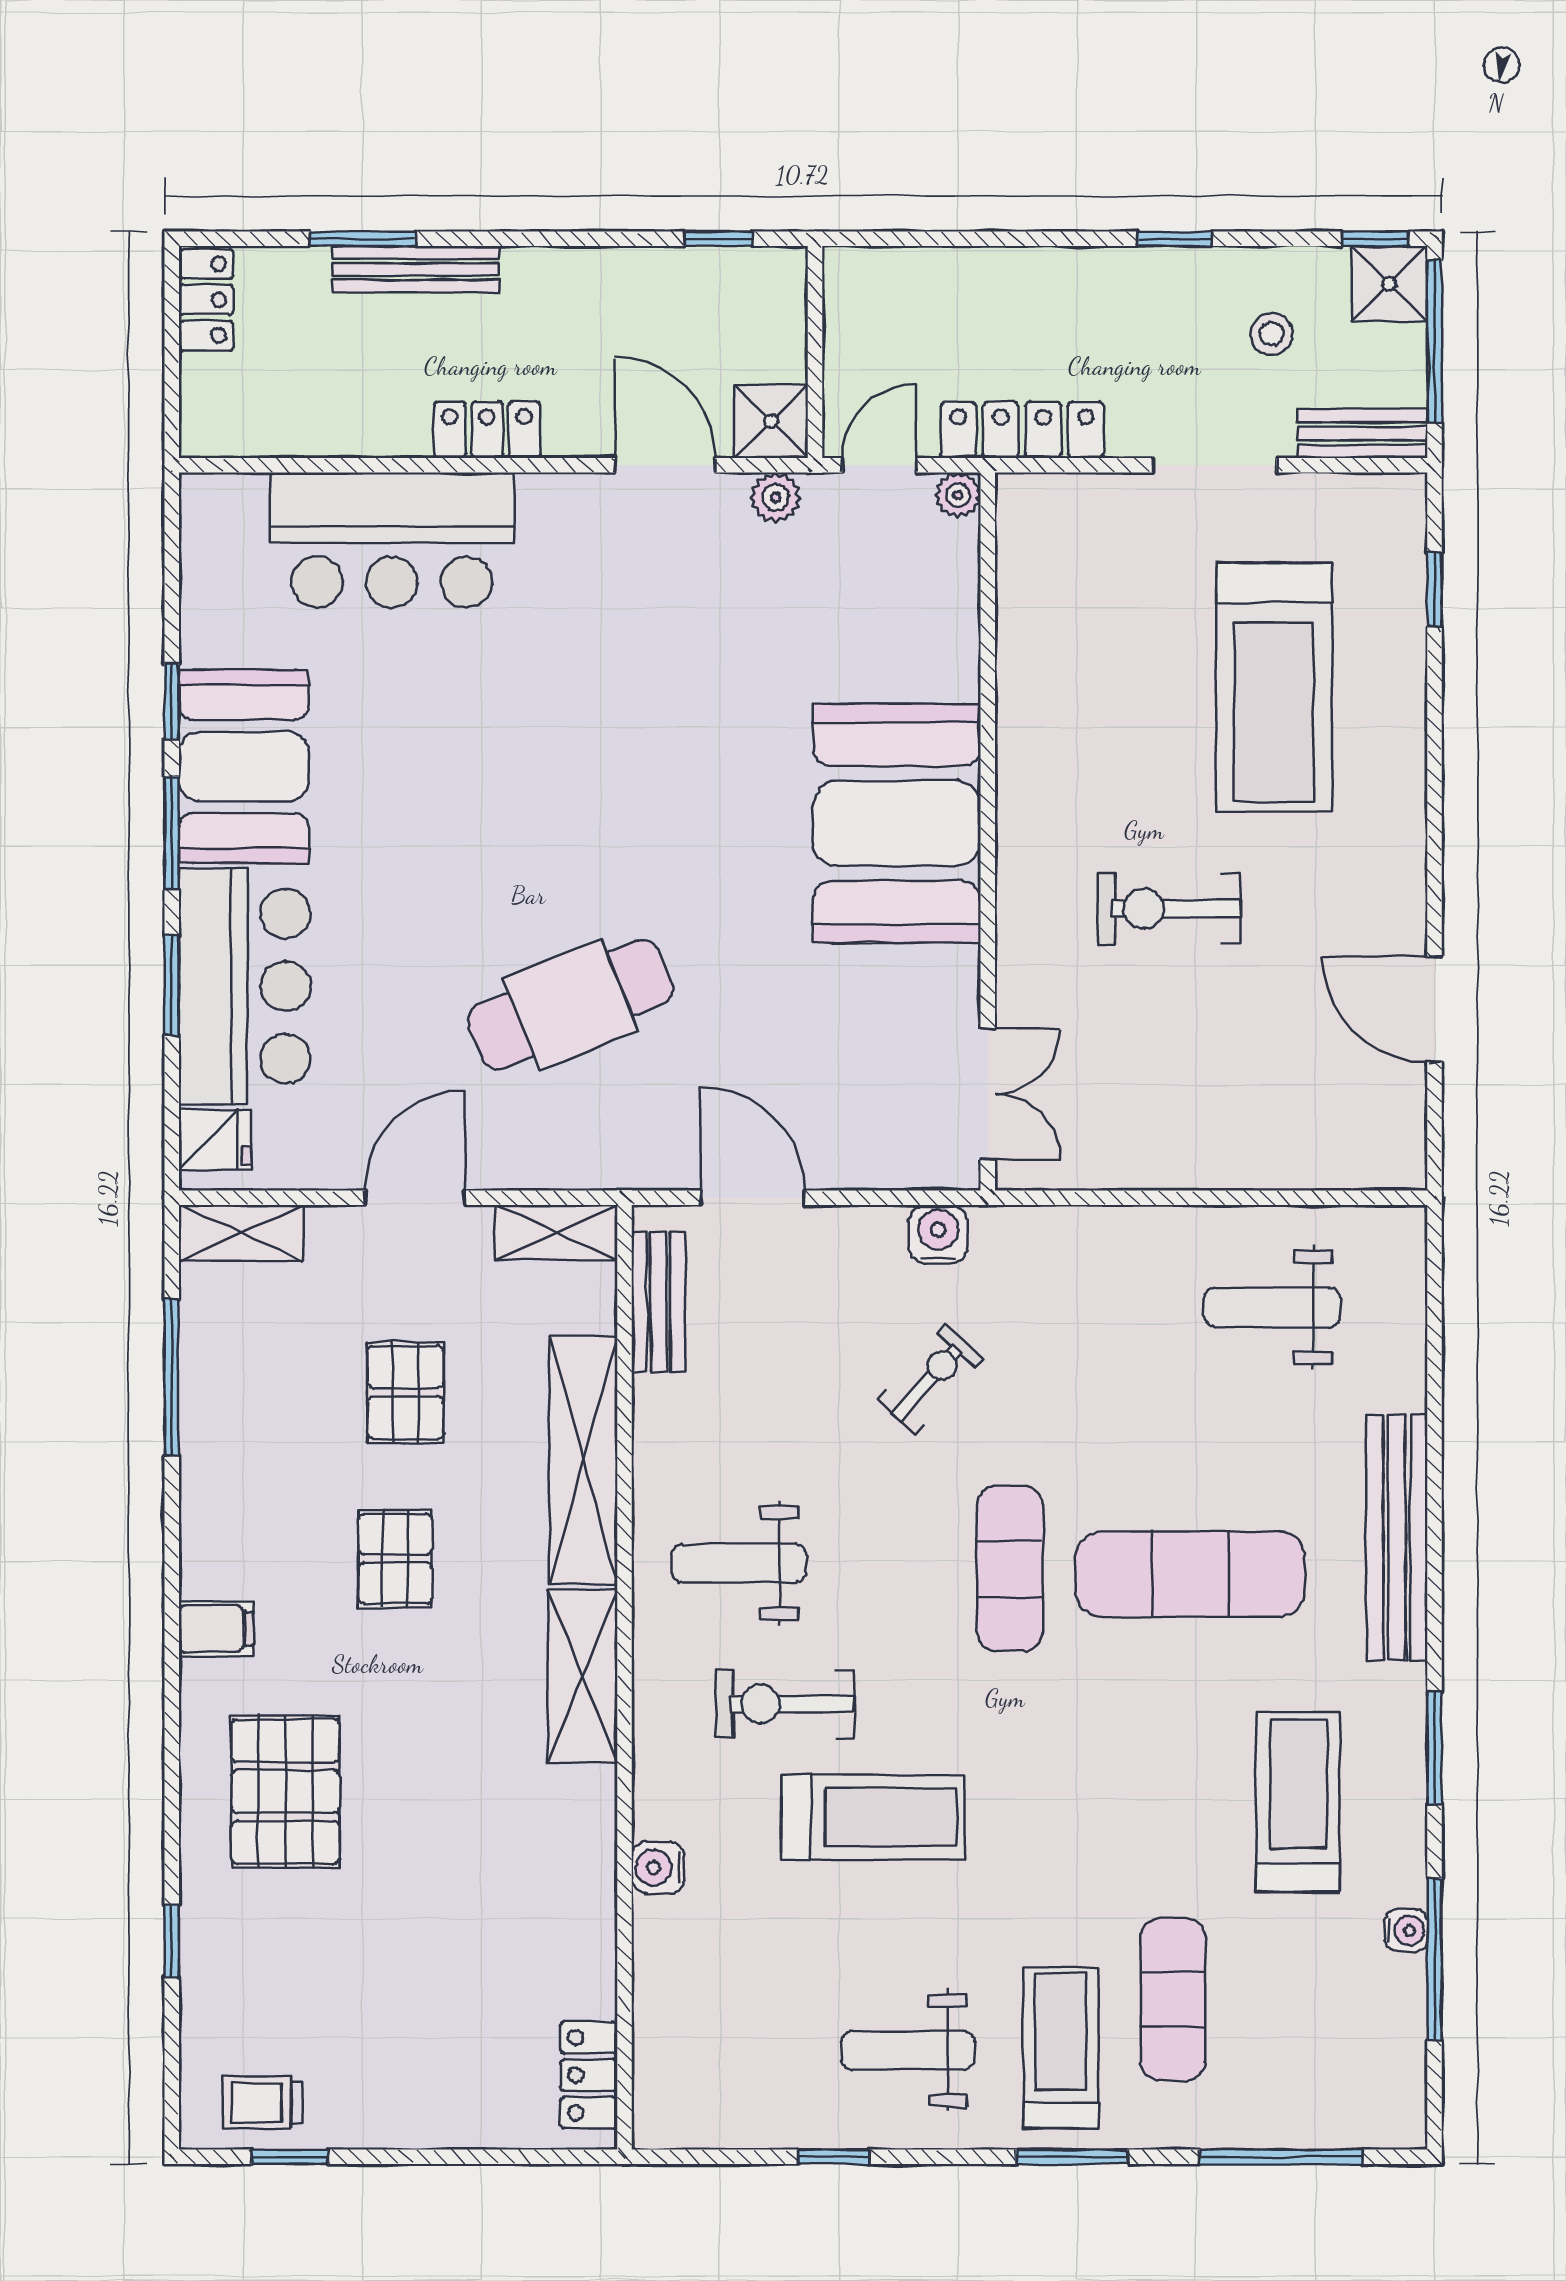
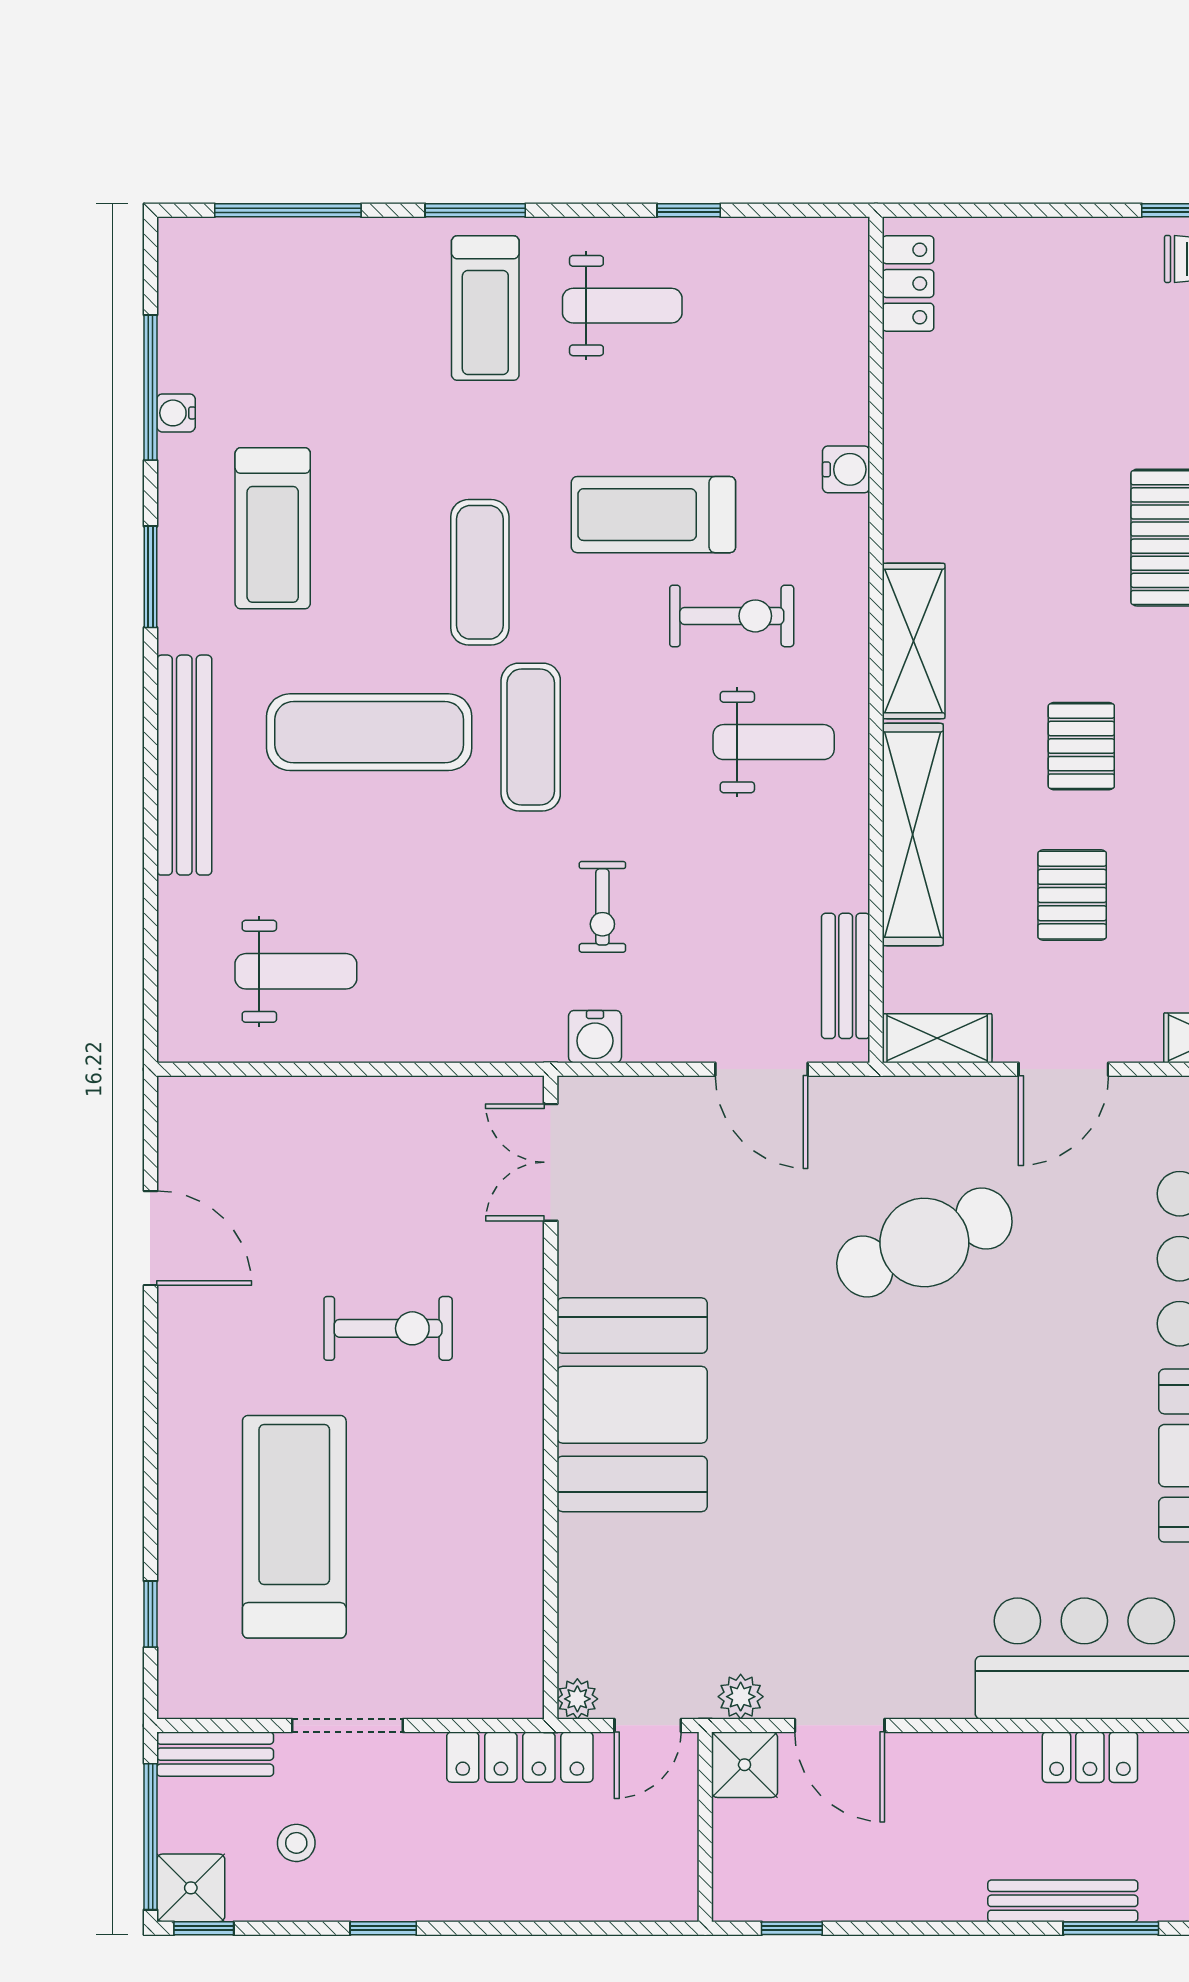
locker: (487, 430) -> (1090, 1757), moved
exercise bike: (930, 1379) -> (602, 907), turned -42
exercise mat: (1173, 1999) -> (480, 572), moved

